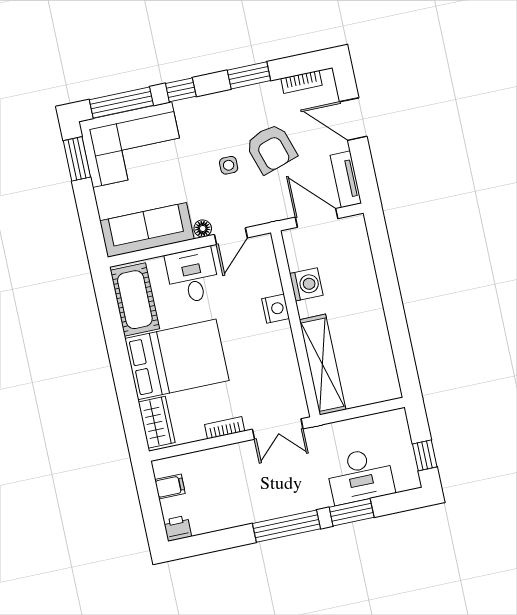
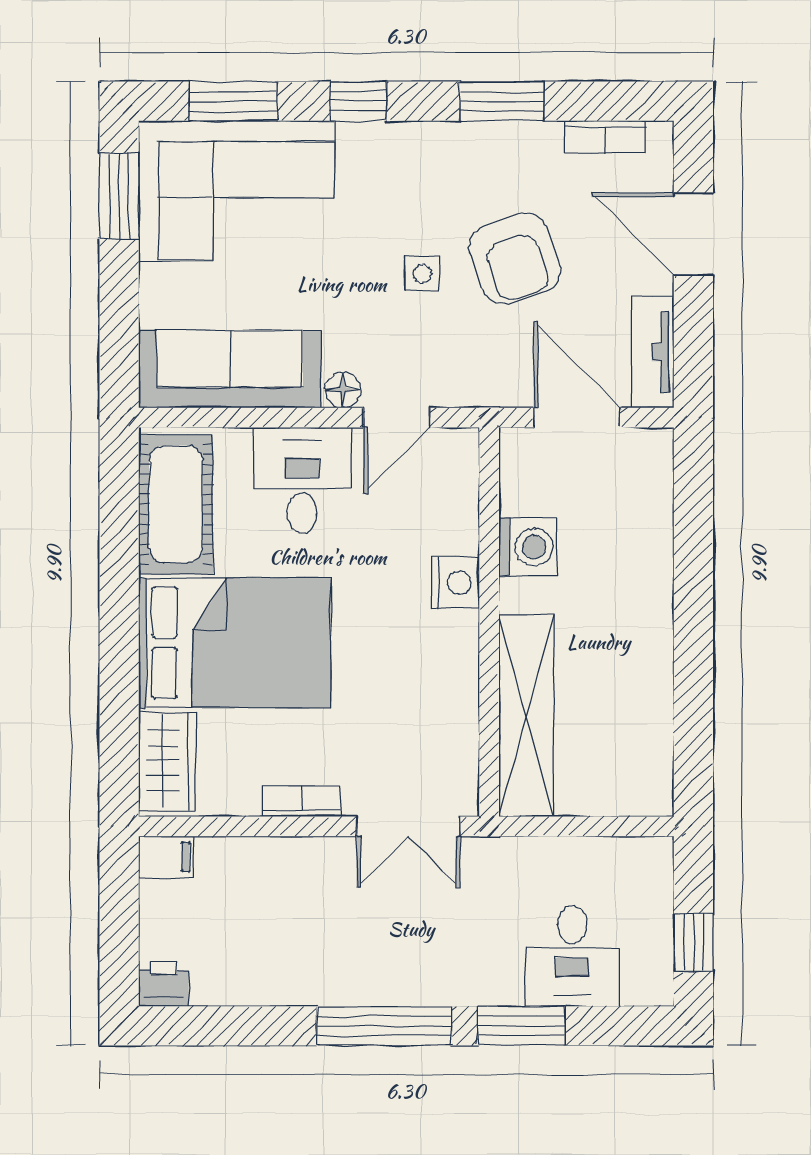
window: (121, 103) -> (233, 101), width x0.69
desk: (360, 476) -> (572, 956), width x0.73
filing cabinet: (170, 486) -> (166, 857), moved

